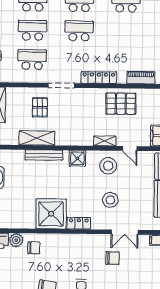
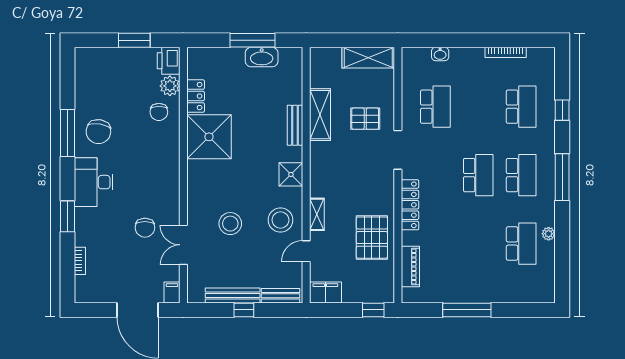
school desk: (33, 30) -> (478, 107), removed
bench: (44, 155) -> (295, 125), width x0.73
locker: (79, 223) -> (196, 96), moved

